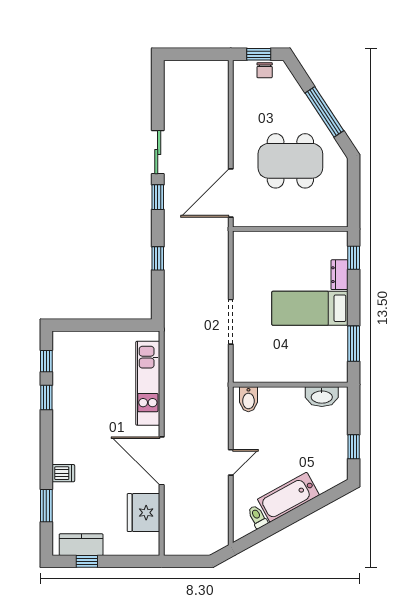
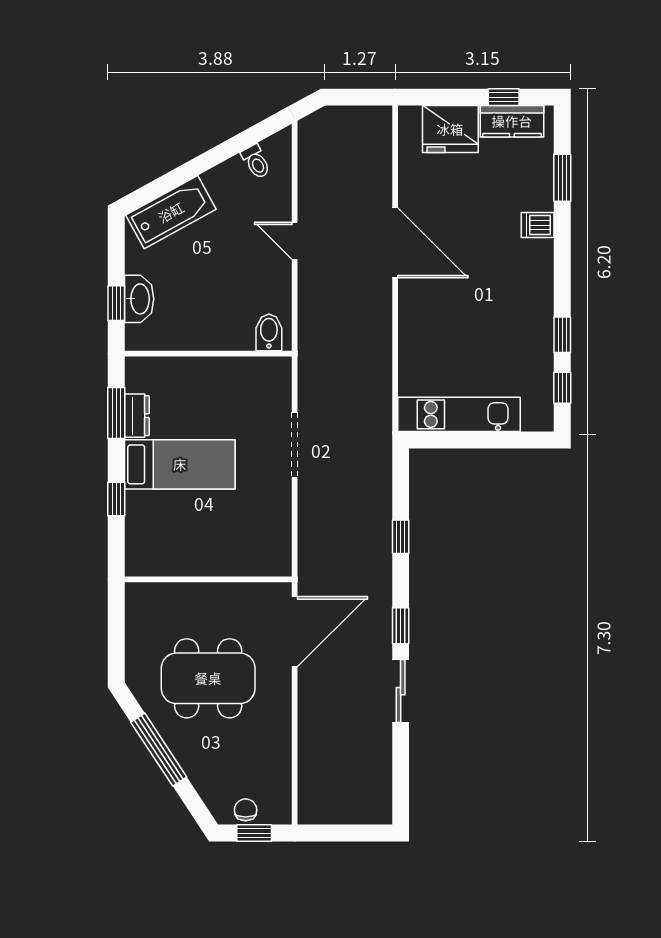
window: (354, 258) -> (116, 499), moved
dresser: (339, 275) -> (137, 416), moved
kitchen unit: (148, 383) -> (459, 414), moved, turned -90
washbasin: (322, 397) -> (139, 299), moved, turned 90
window: (354, 447) -> (116, 303), moved
door: (231, 462) -> (295, 241), hinge flipped
bathtub: (288, 497) -> (171, 212), moved
fridge: (143, 513) -> (450, 129), moved, turned 90

